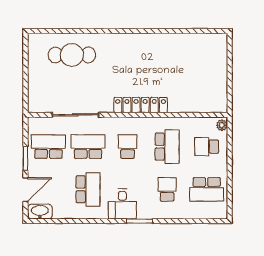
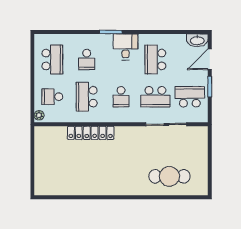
locker: (141, 105) -> (91, 133), moved
school desk: (48, 147) -> (190, 97), turned 180
school desk: (207, 147) -> (52, 97), turned 180
school desk: (207, 189) -> (52, 60), turned 90

